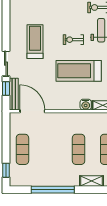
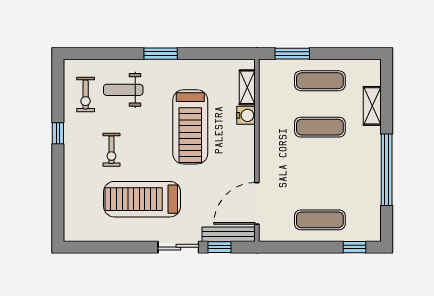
exercise bike: (73, 40) -> (111, 150), moved
treadmill: (35, 42) -> (142, 199), width x1.37, depth x1.38

